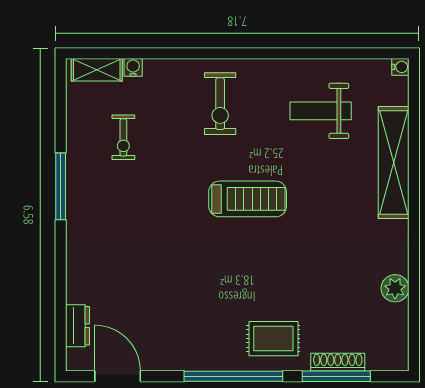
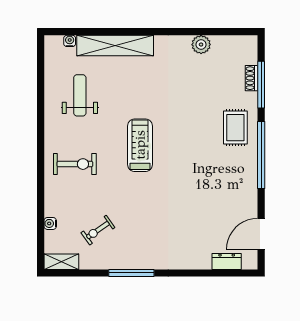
water cooler: (400, 67) -> (70, 41), moved
shelving: (97, 70) -> (61, 262), moved, turned 90
weight bench: (321, 111) -> (80, 95), turned 180
exercise bike: (123, 137) -> (98, 230), turned 145
shoe rack: (338, 362) -> (251, 78), width x0.70

